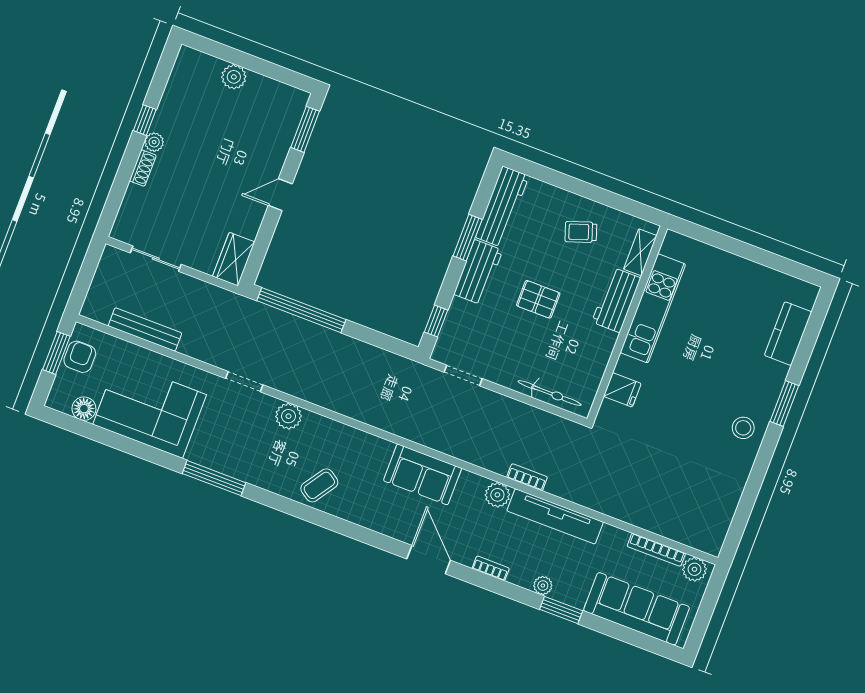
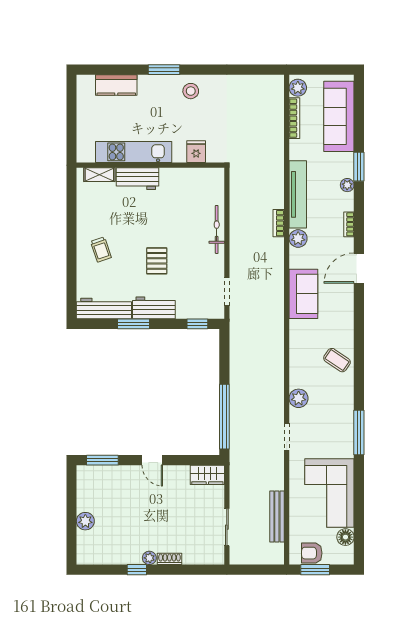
shelving: (640, 252) -> (99, 175), moved
workbench: (616, 300) -> (137, 179), moved
kitchen unit: (653, 308) -> (134, 152), moved
wall: (627, 324) -> (150, 165), moved
fridge: (622, 390) -> (196, 152), moved

